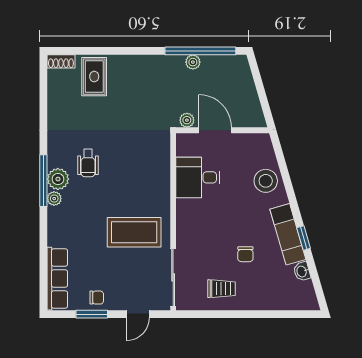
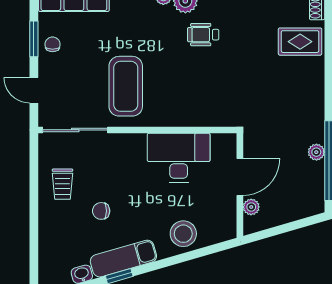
plant: (187, 120) -> (251, 207), moved
desk: (198, 177) -> (179, 158), width x1.37
chair: (97, 298) -> (53, 44), turned 180

